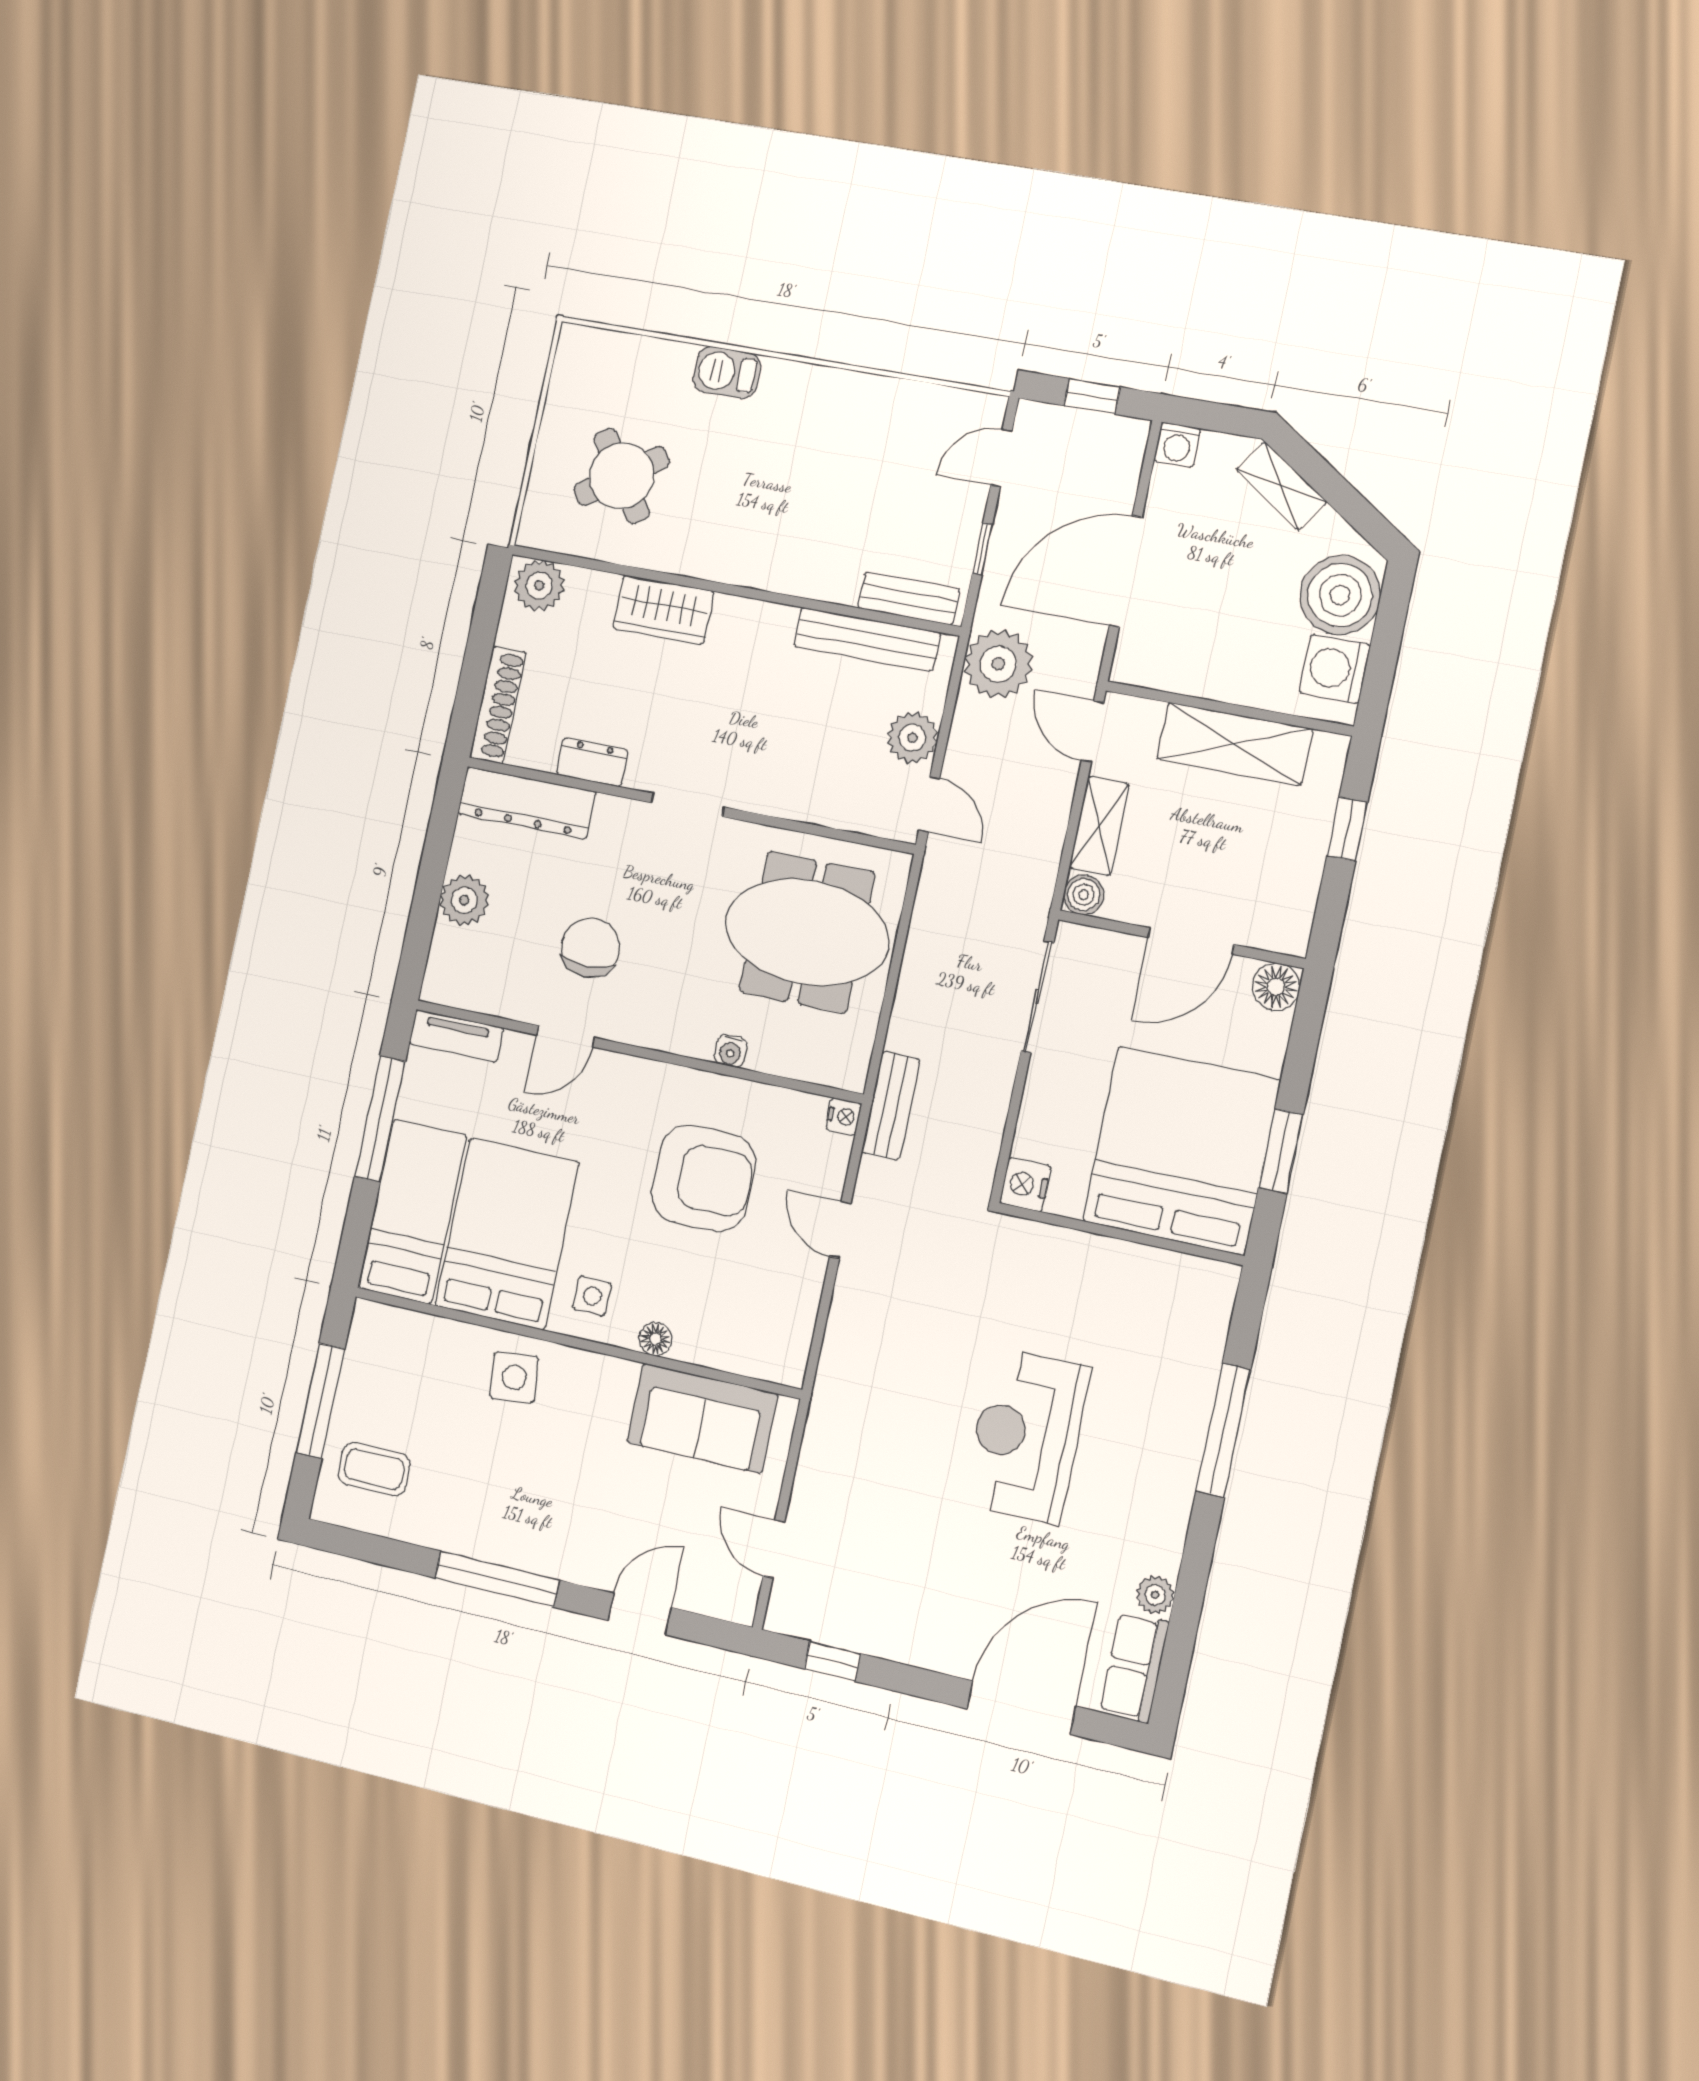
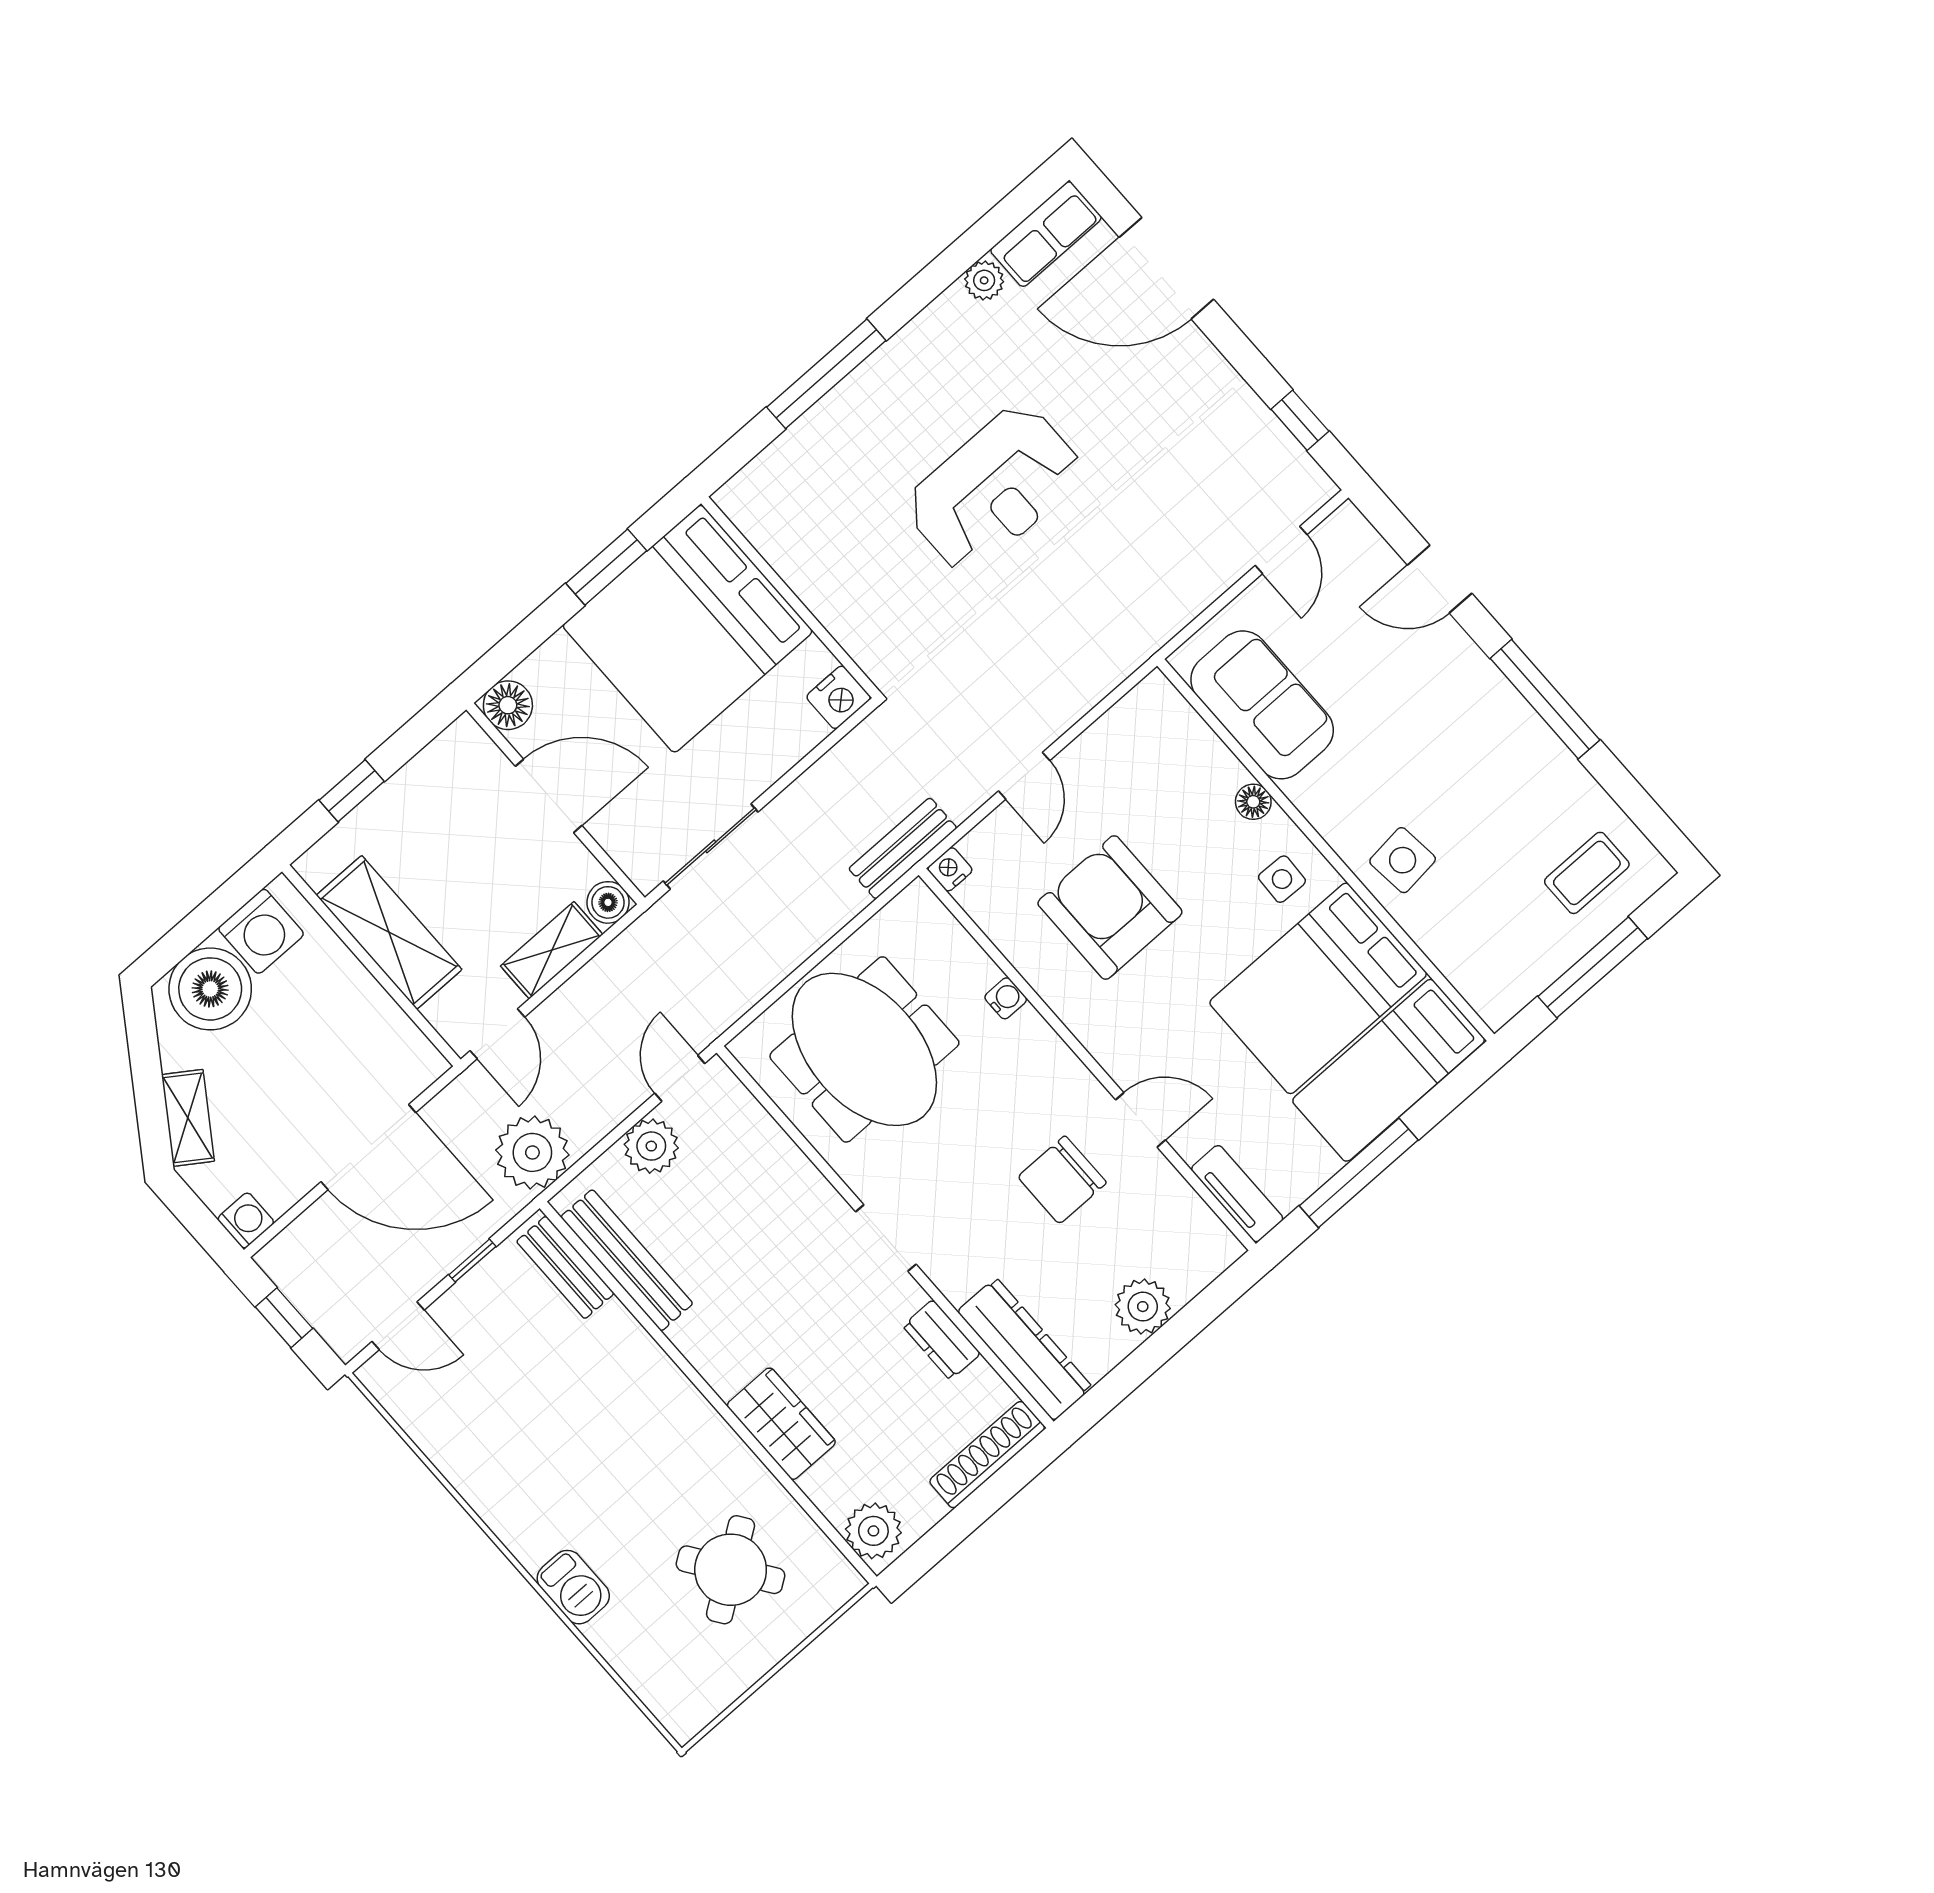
coffee table: (374, 1469) -> (1587, 873), turned 90

